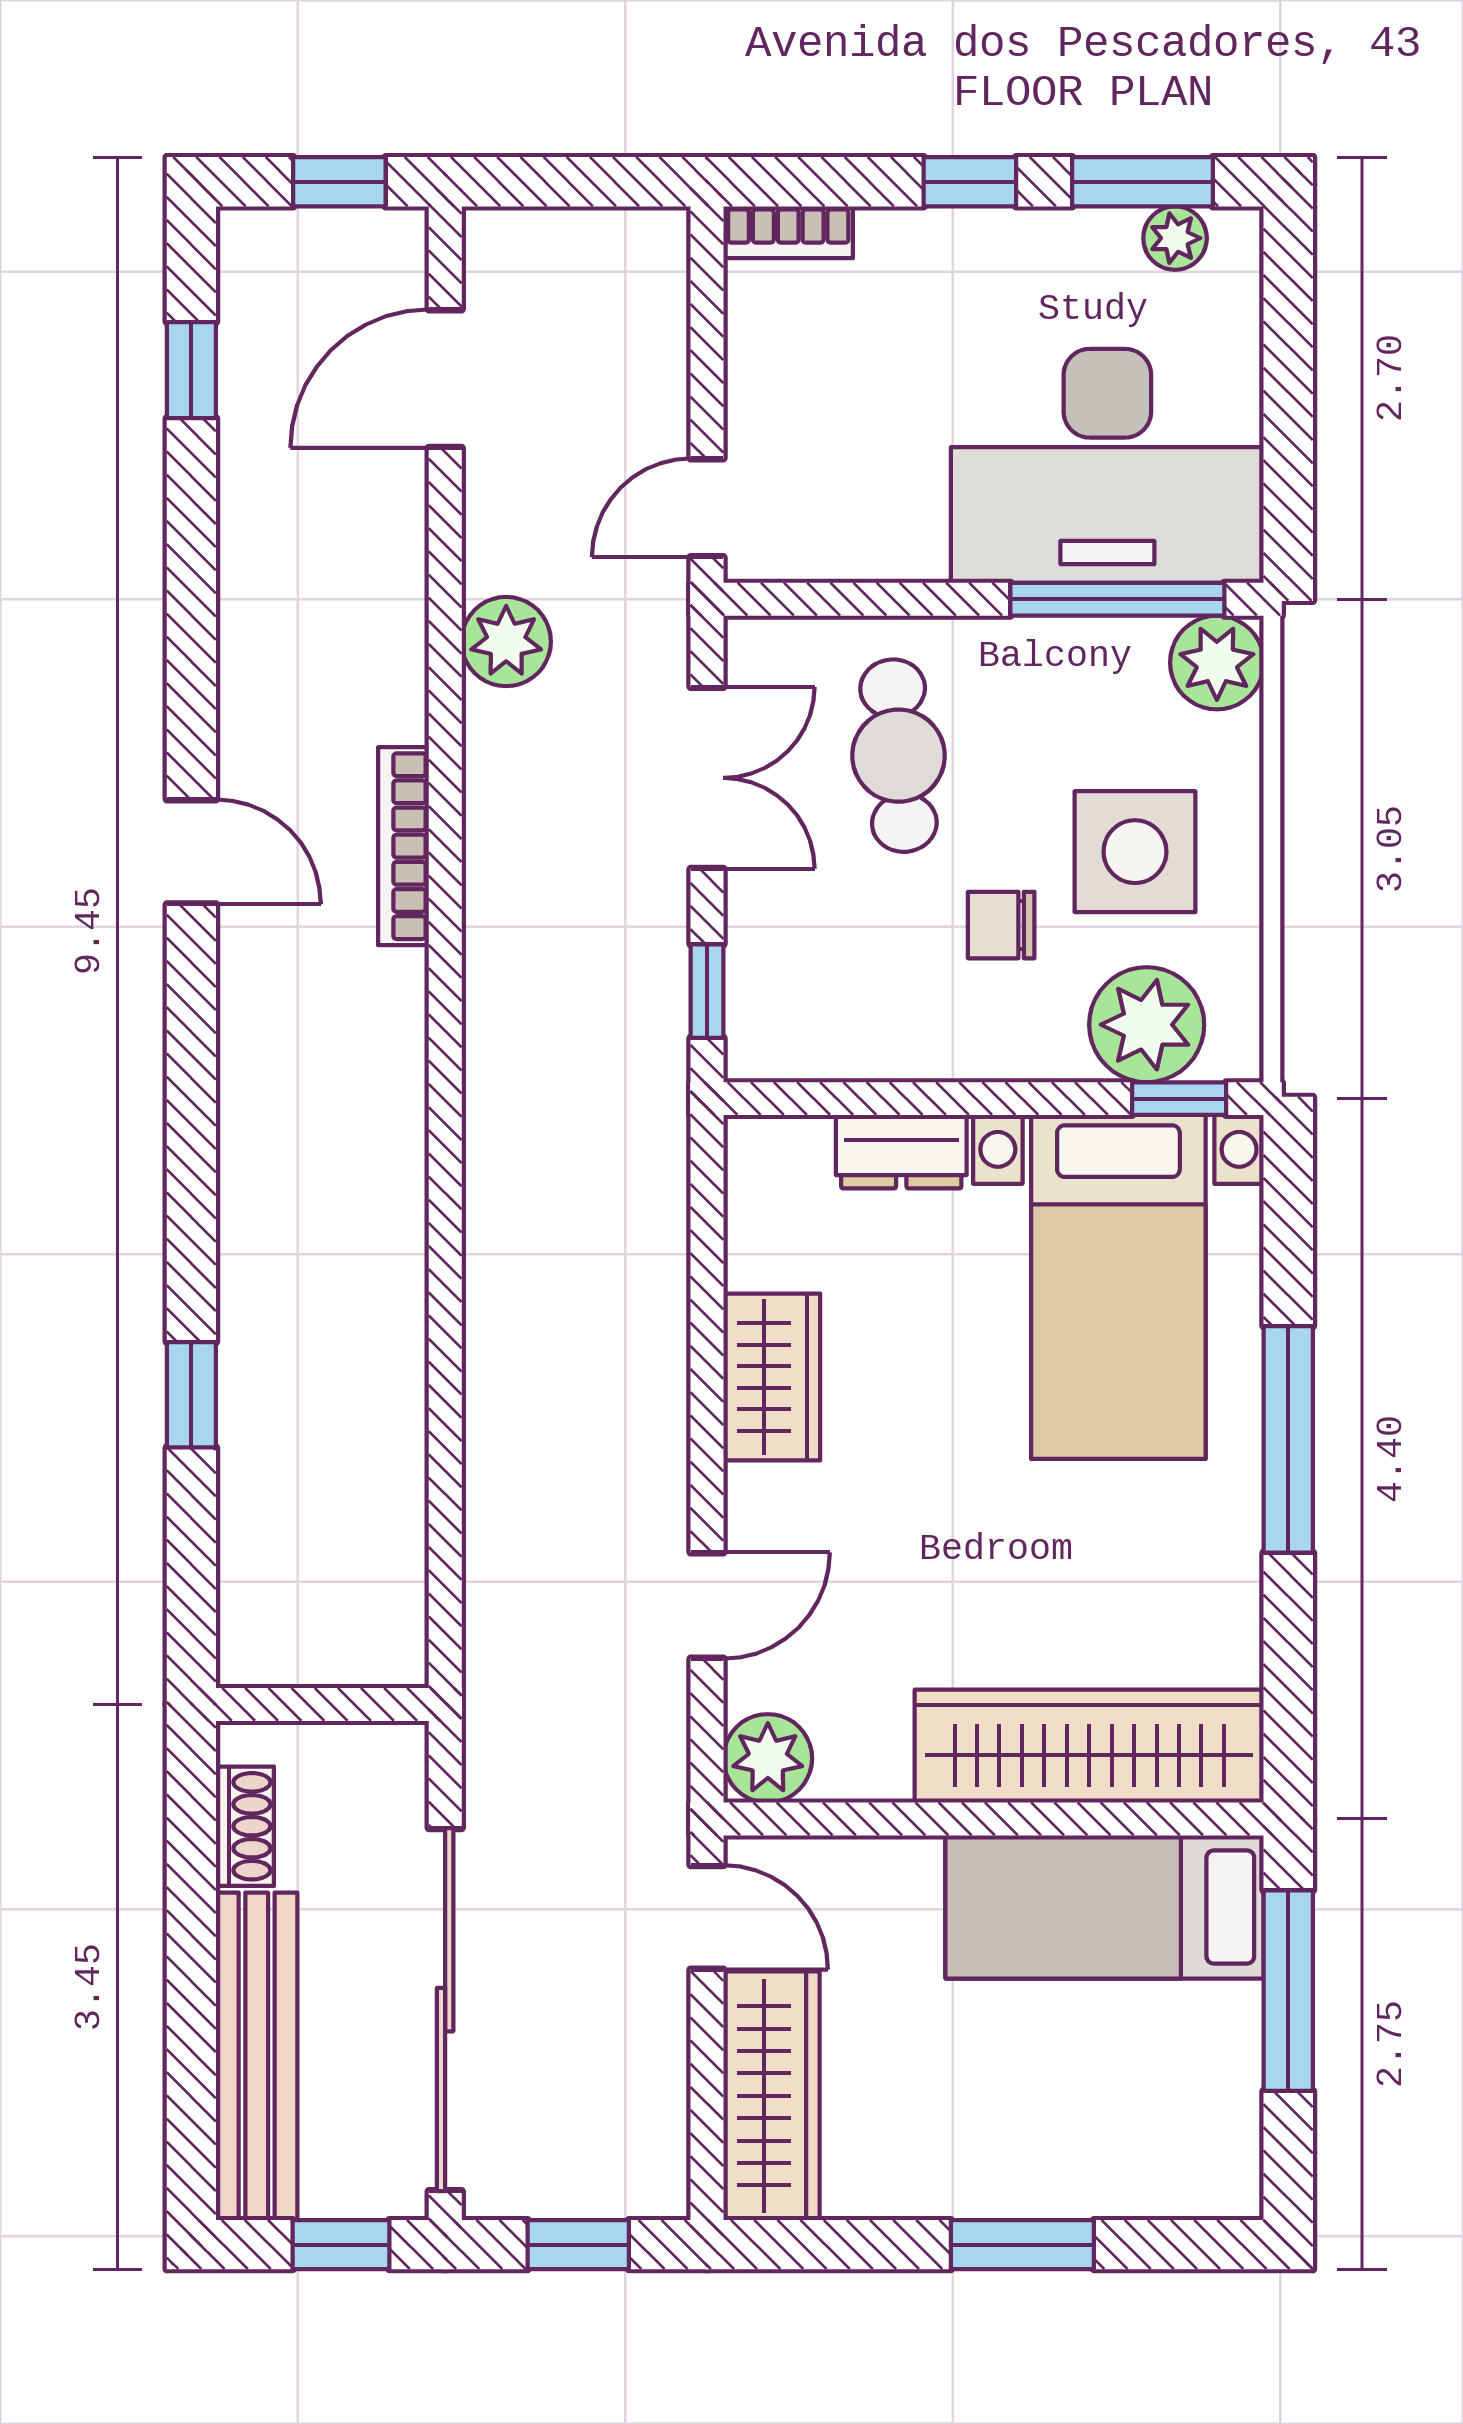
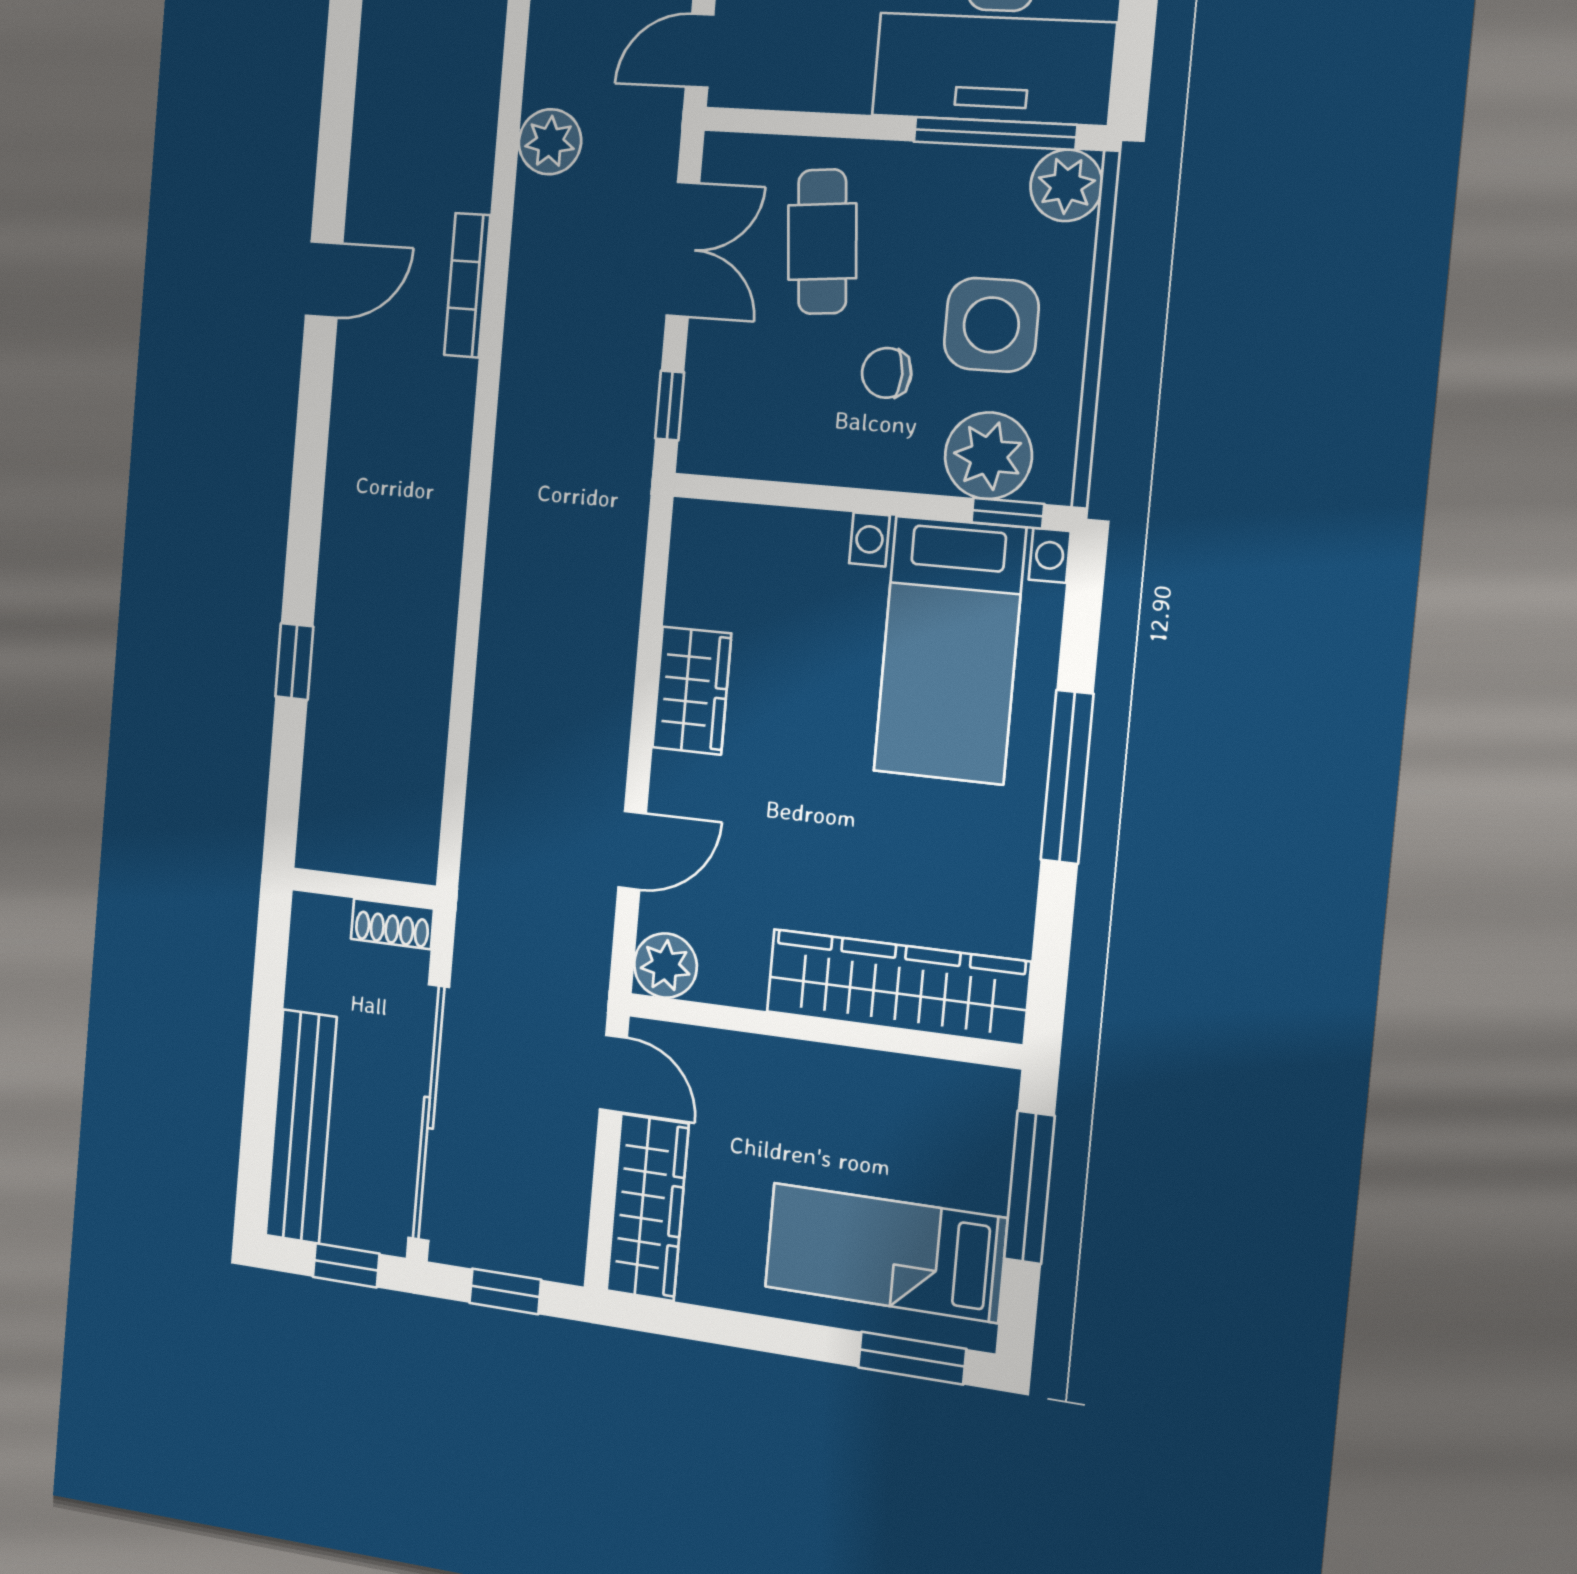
door: (191, 852) -> (324, 280), hinge flipped
dresser: (901, 1152) -> (799, 535), removed
shoe rack: (245, 1826) -> (392, 924), moved, turned 90
bed: (1105, 1907) -> (885, 1253), moved
window: (1022, 2245) -> (912, 1358), moved

